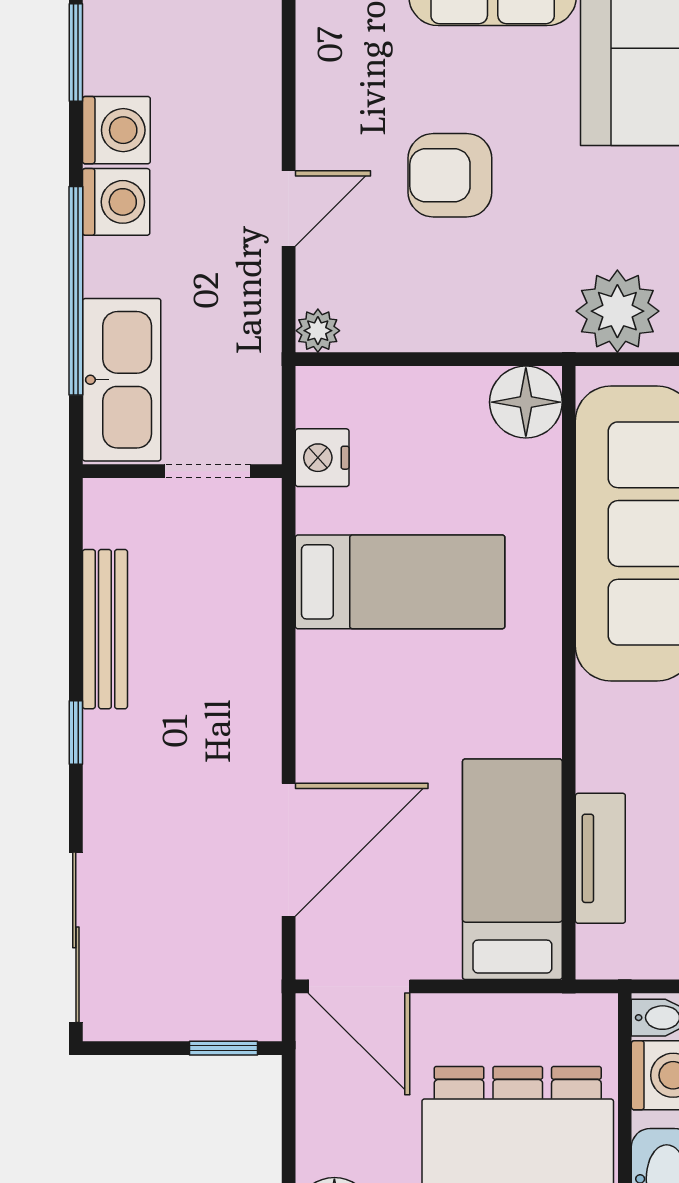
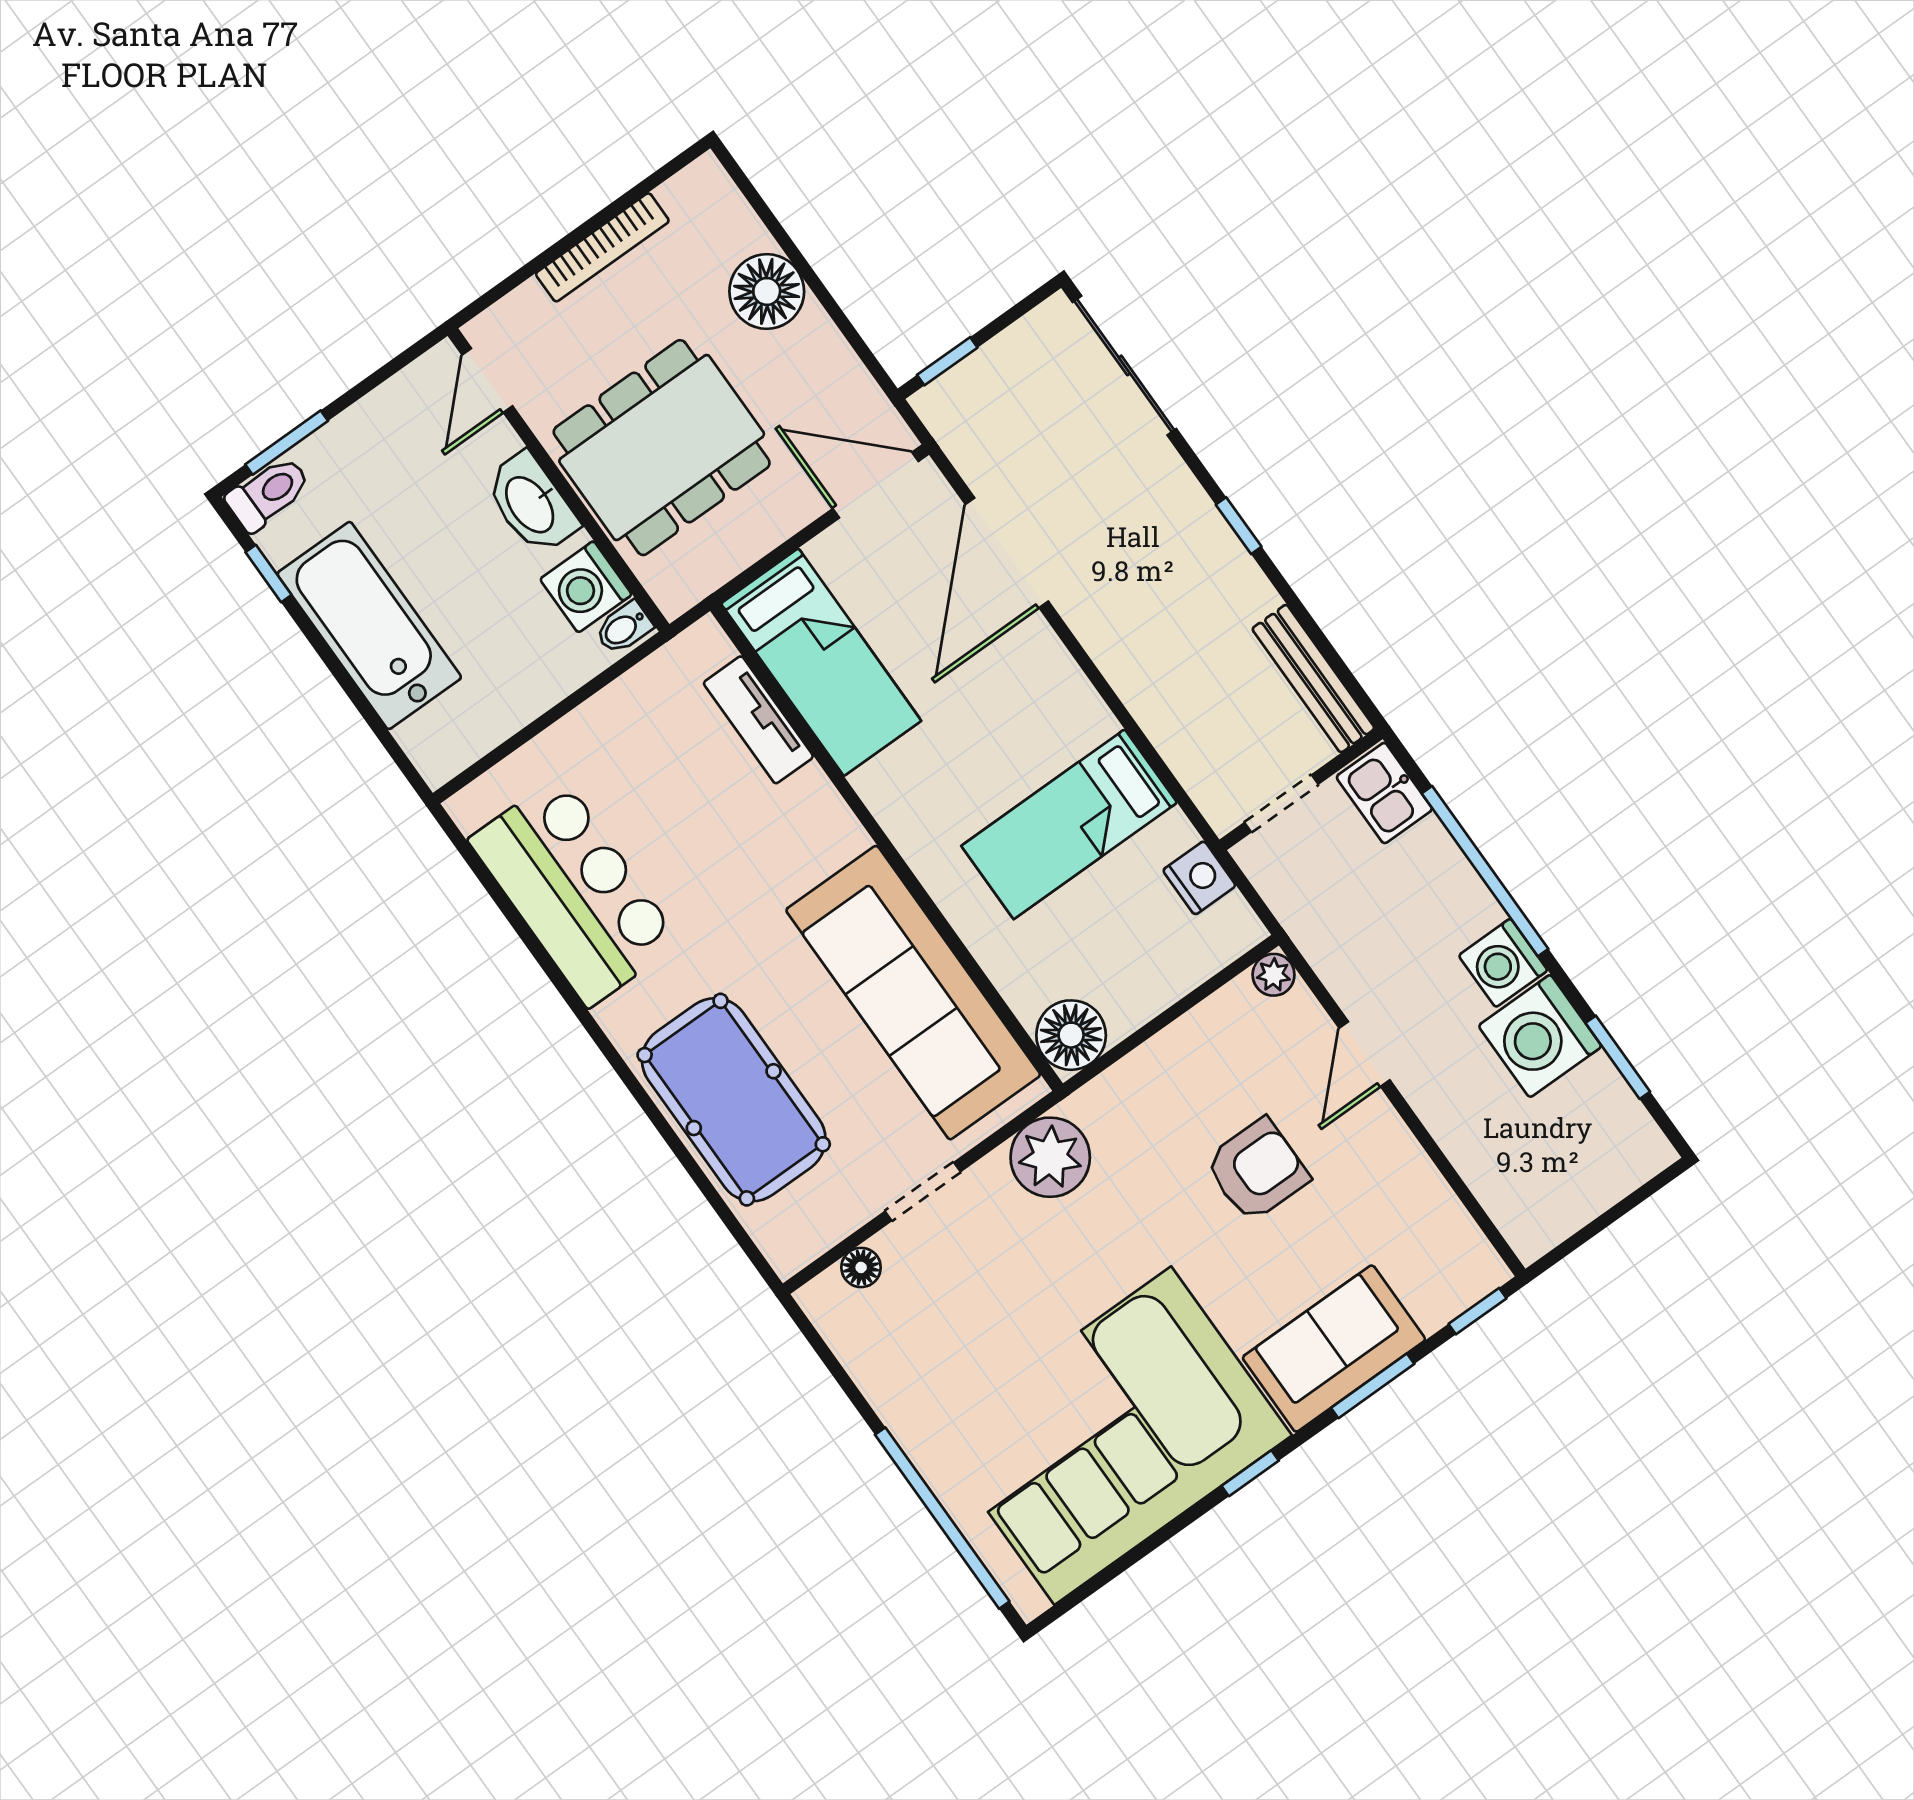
washing machine: (116, 130) -> (1540, 1036), width x1.37, depth x1.37
kitchen sink: (122, 380) -> (1384, 793), width x0.53, depth x0.81
bench: (105, 629) -> (1313, 679), moved

